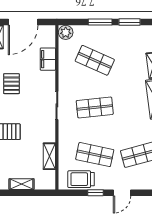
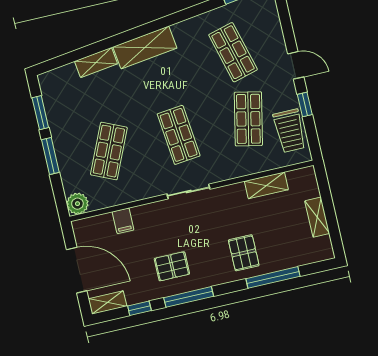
filing cabinet: (48, 59) -> (123, 221), width x0.50

